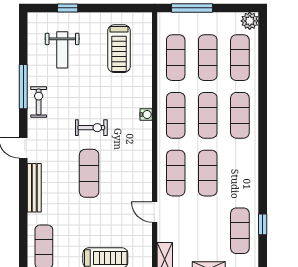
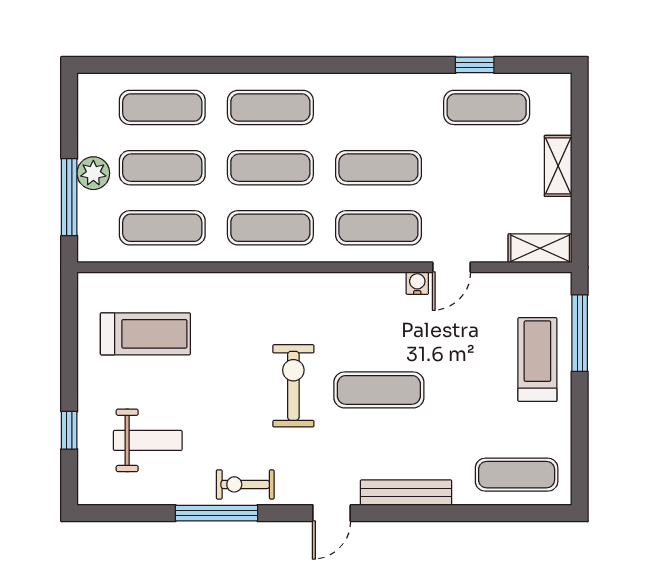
plant: (250, 21) -> (93, 173), moved
water cooler: (146, 114) -> (417, 283), moved
exercise bike: (91, 128) -> (293, 386), width x1.38, depth x1.39

